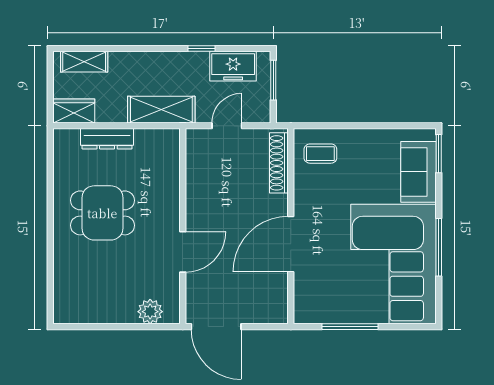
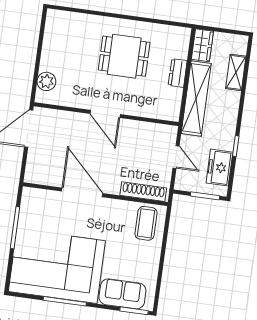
shelving: (84, 62) -> (236, 72), moved
shelving: (161, 110) -> (196, 99), width x1.47
dresser: (107, 139) -> (178, 73), width x0.70
coffee table: (320, 154) -> (146, 223), width x1.36, depth x1.30
dining table: (102, 213) -> (124, 56), turned 90
door: (183, 252) -> (105, 114), moved

